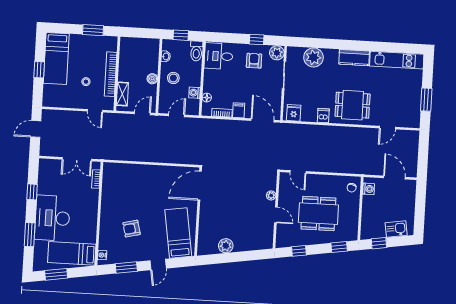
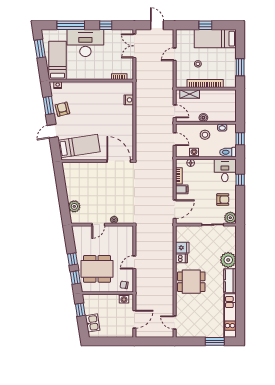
window: (257, 40) -> (240, 180), moved
plant: (313, 57) -> (228, 260), moved
window: (426, 100) -> (215, 341), moved
dining table: (353, 105) -> (191, 282), turned 90
door: (95, 111) -> (175, 54), moved
fridge: (294, 113) -> (182, 248), moved
door: (387, 128) -> (175, 323), moved
double door: (77, 159) -> (134, 46), moved
nightstand: (125, 169) -> (129, 100), added
door: (298, 172) -> (134, 262), moved
dining table: (318, 214) -> (97, 269), moved, turned 90
armchair: (132, 229) -> (62, 109), moved
window: (30, 235) -> (71, 25), width x1.44
plant: (226, 246) -> (74, 206), moved
window: (299, 251) -> (72, 259), moved
door: (158, 264) -> (53, 131), hinge flipped

